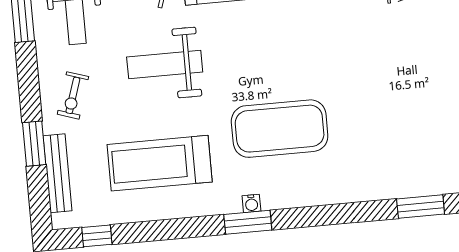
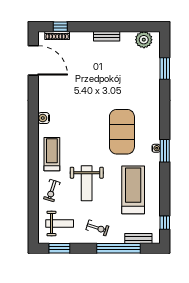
window: (34, 144) -> (118, 248), width x2.11
treadmill: (160, 163) -> (133, 190), turned 180
bench: (58, 173) -> (138, 239), width x0.73

